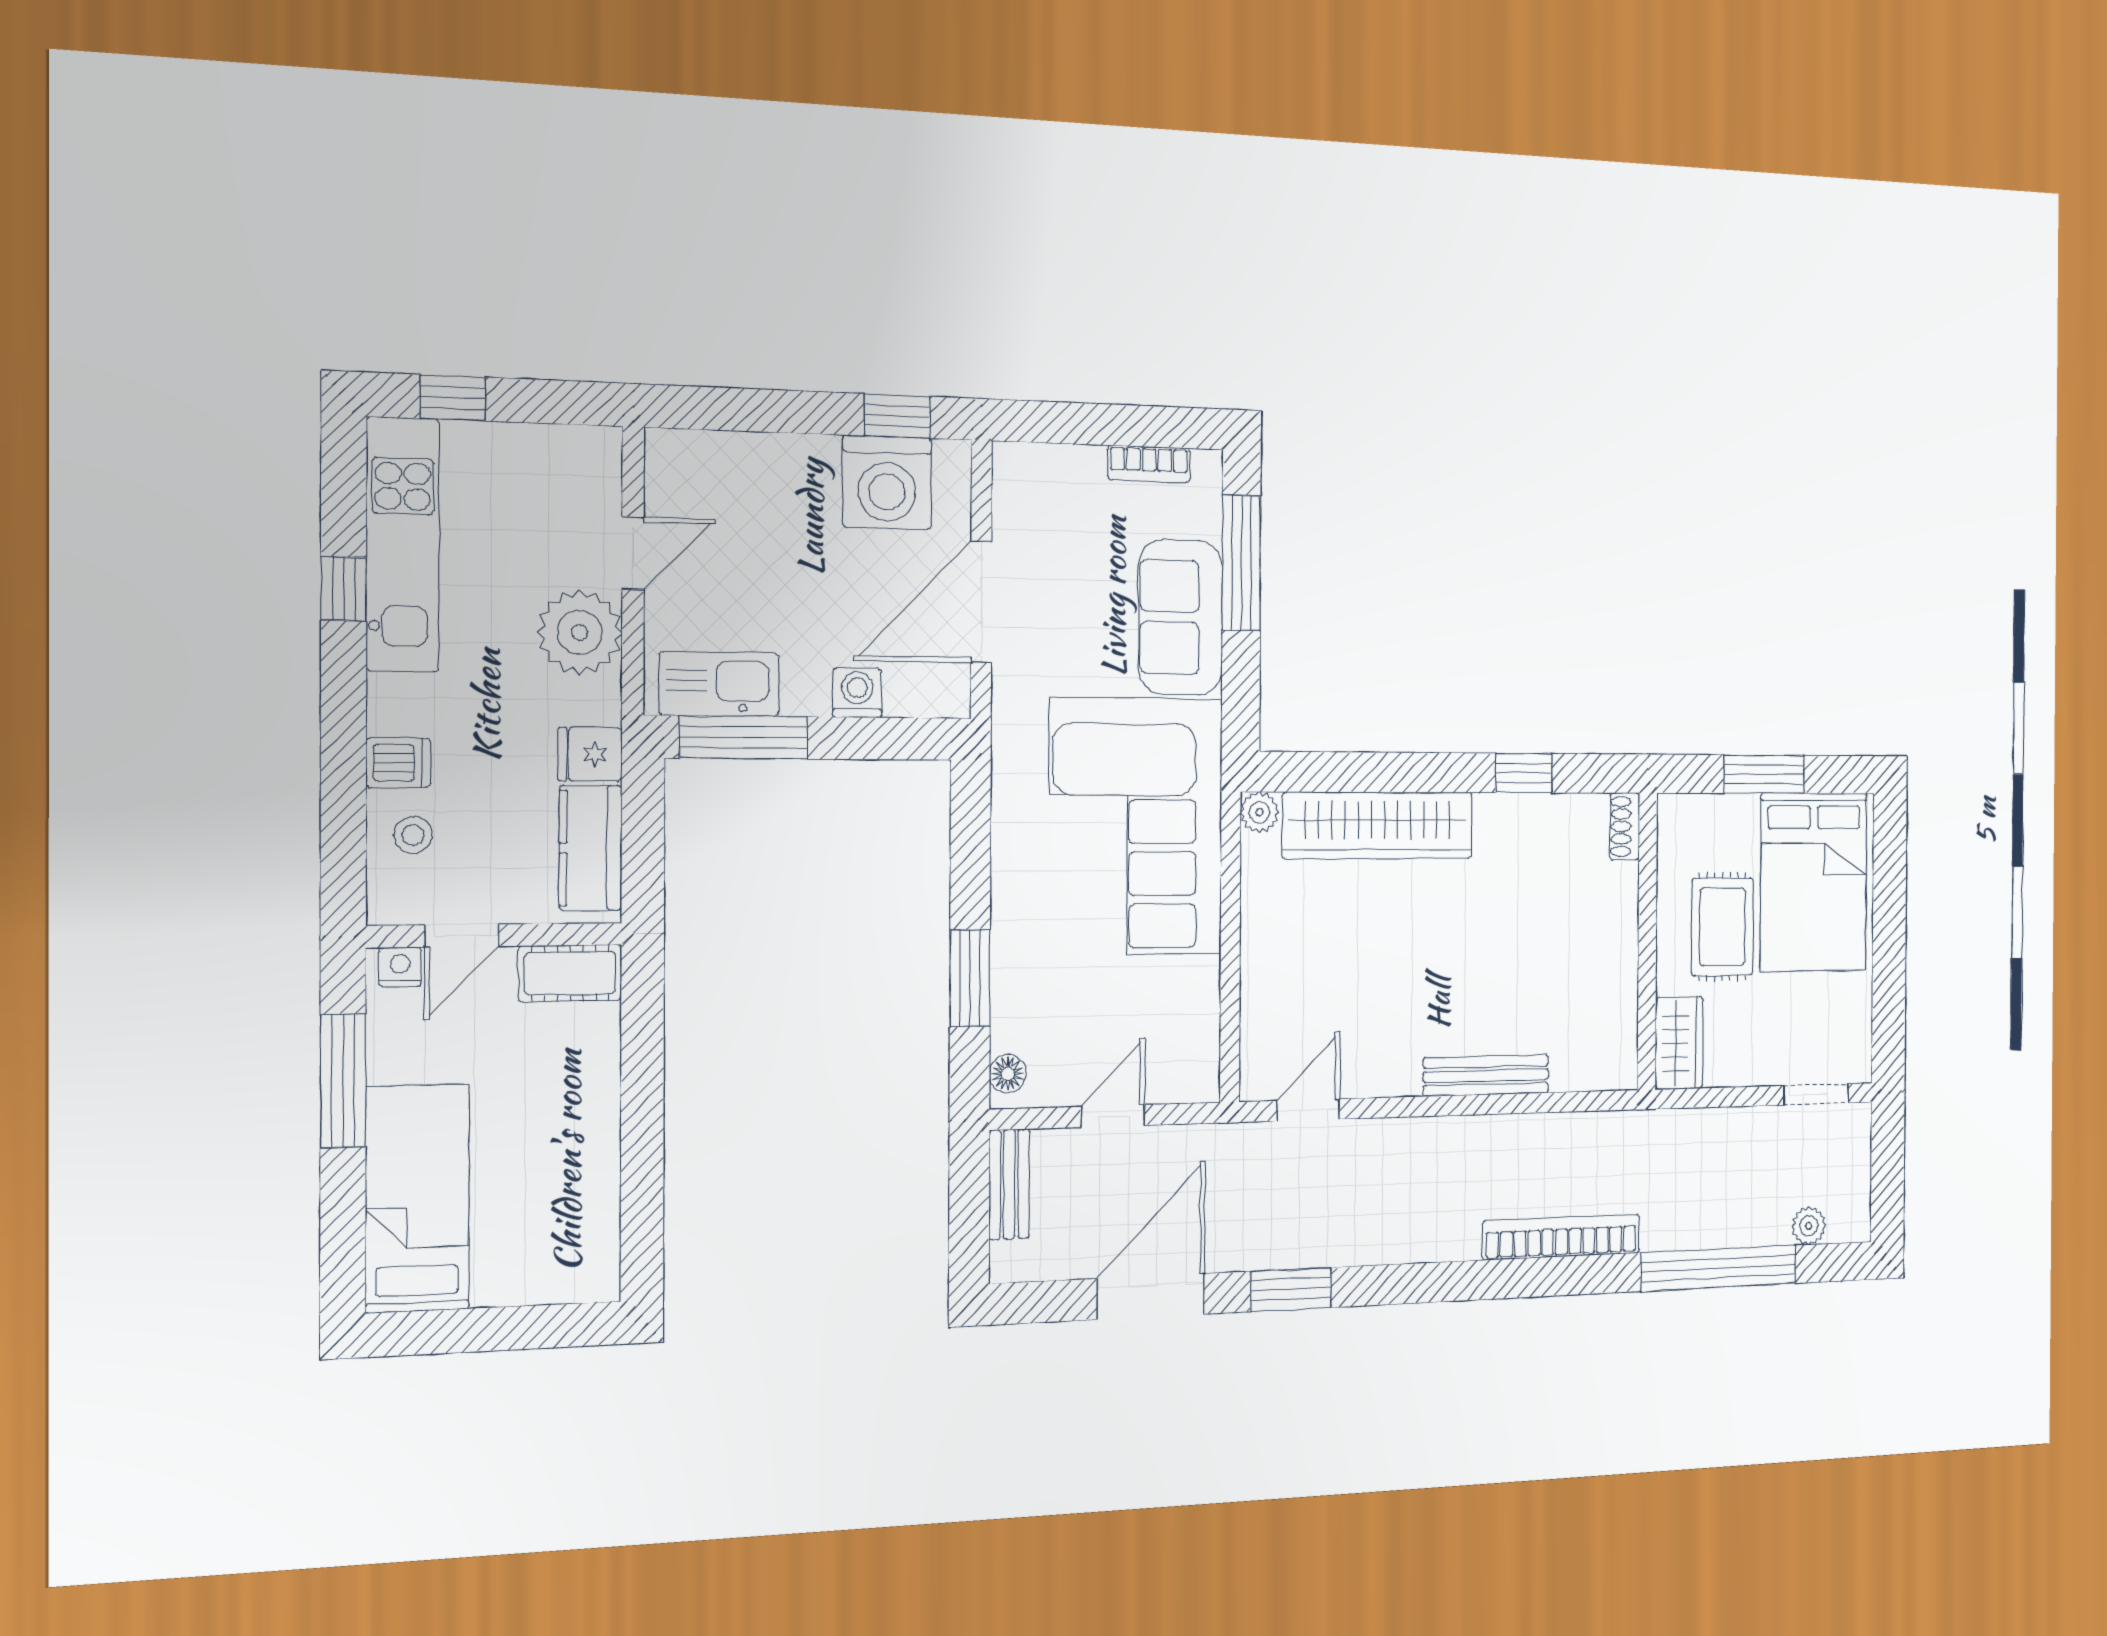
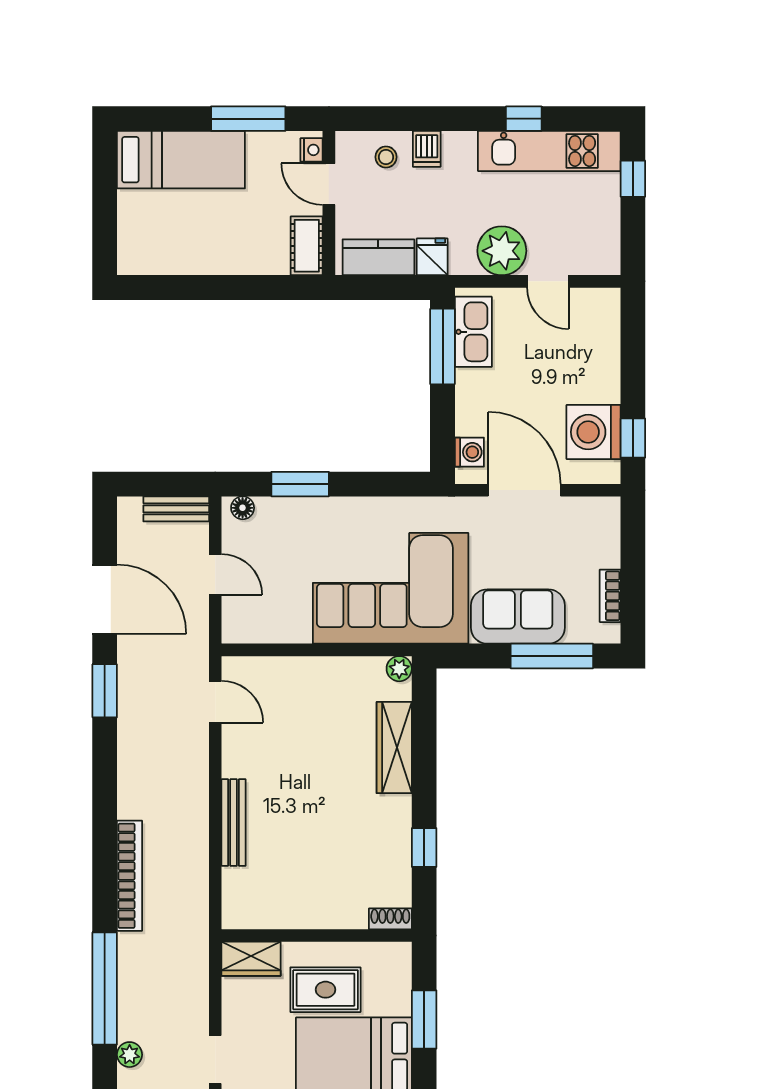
washing machine: (857, 693) -> (469, 452), moved
wardrobe: (1378, 825) -> (394, 748), width x0.71, depth x0.85

